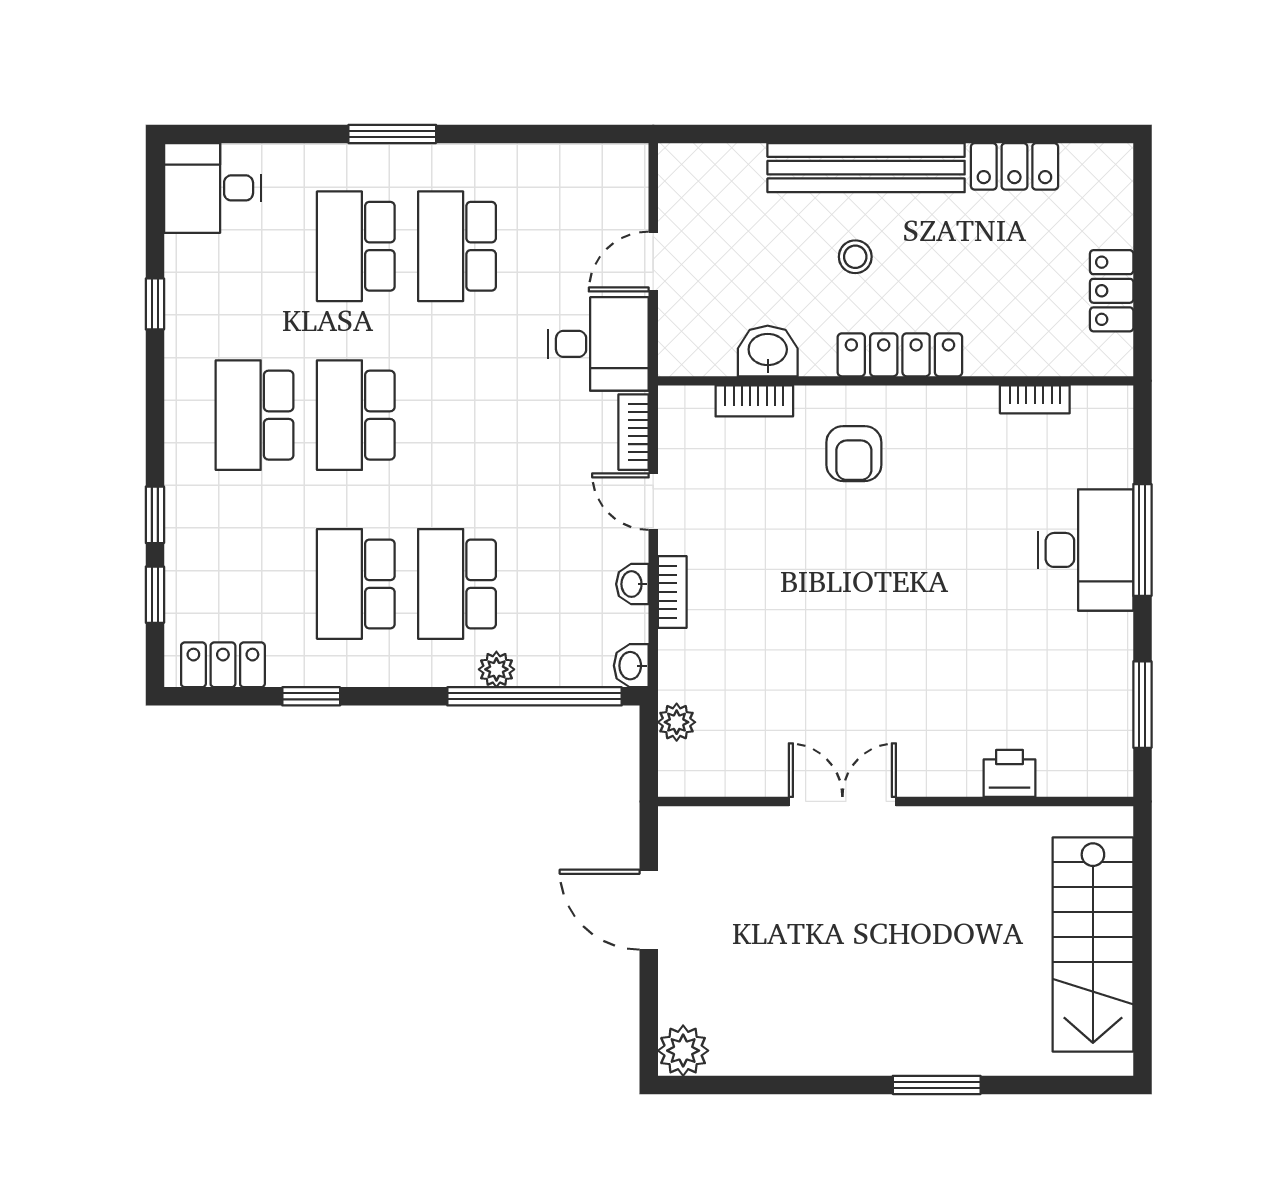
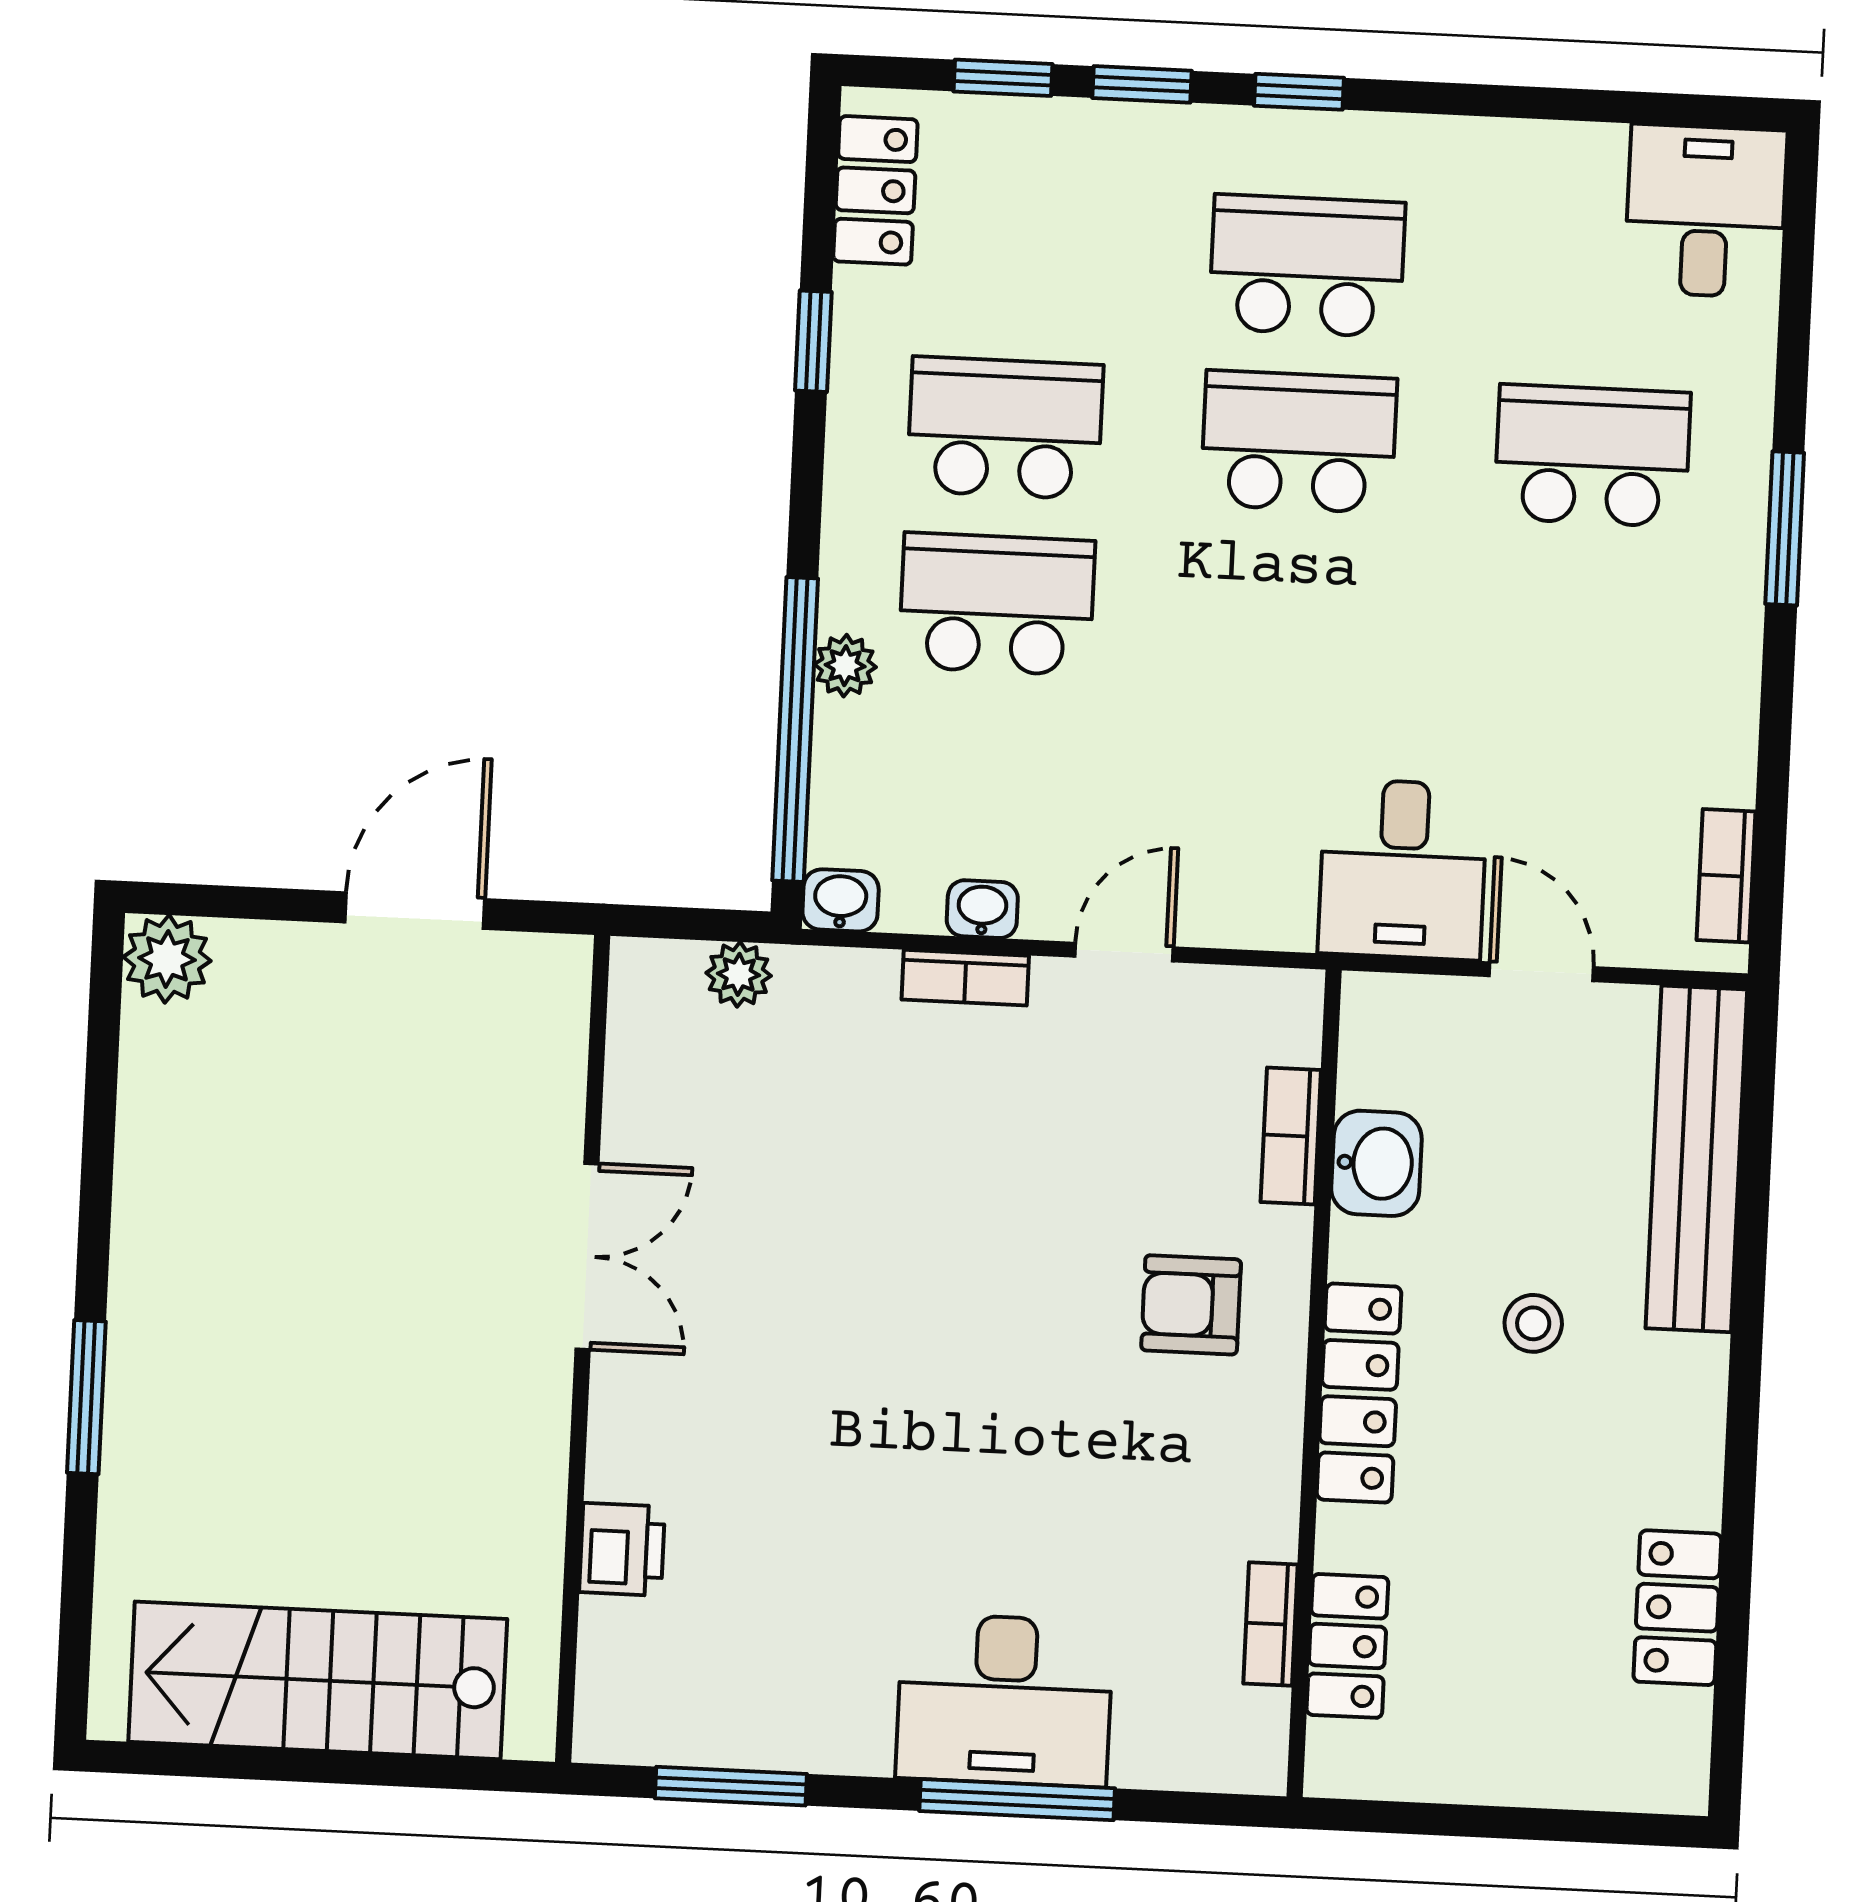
bench: (866, 168) -> (1696, 1159), moved
school desk: (457, 246) -> (1584, 632), removed
locker: (1112, 291) -> (1347, 1646), moved, turned 90
window: (155, 304) -> (1299, 92), moved
bookcase: (634, 432) -> (1726, 876), moved, turned -90

